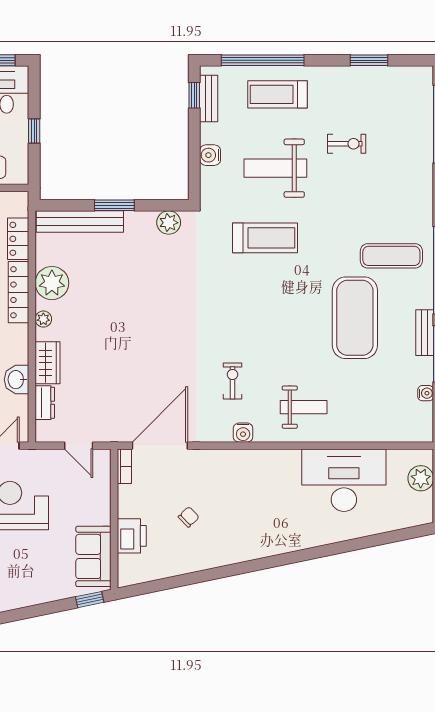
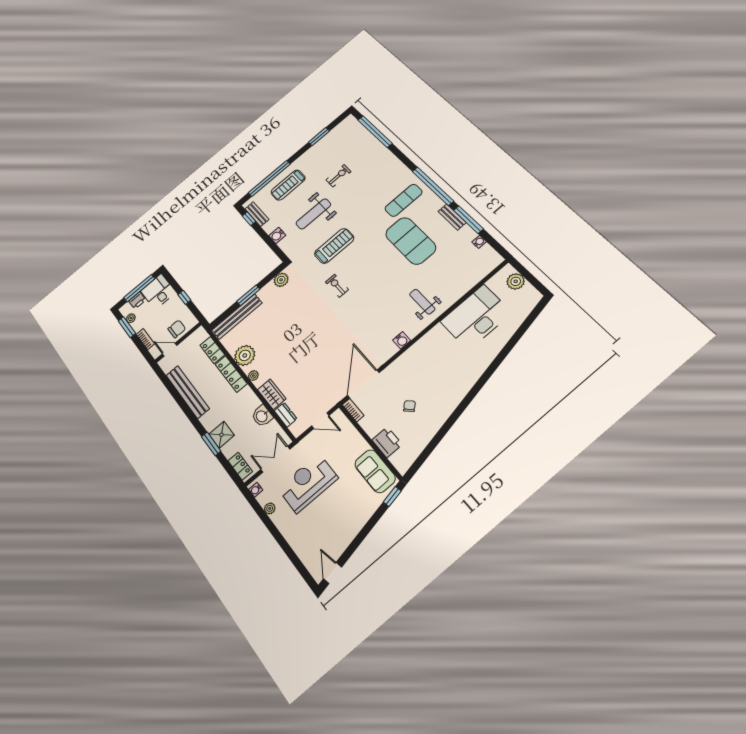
exercise bike: (232, 381) -> (337, 286), moved
weight bench: (304, 407) -> (422, 302), turned -90

